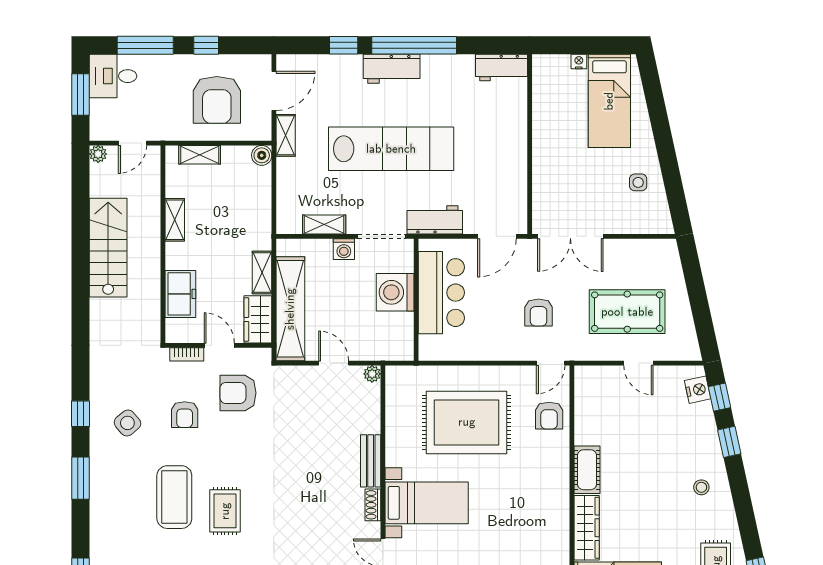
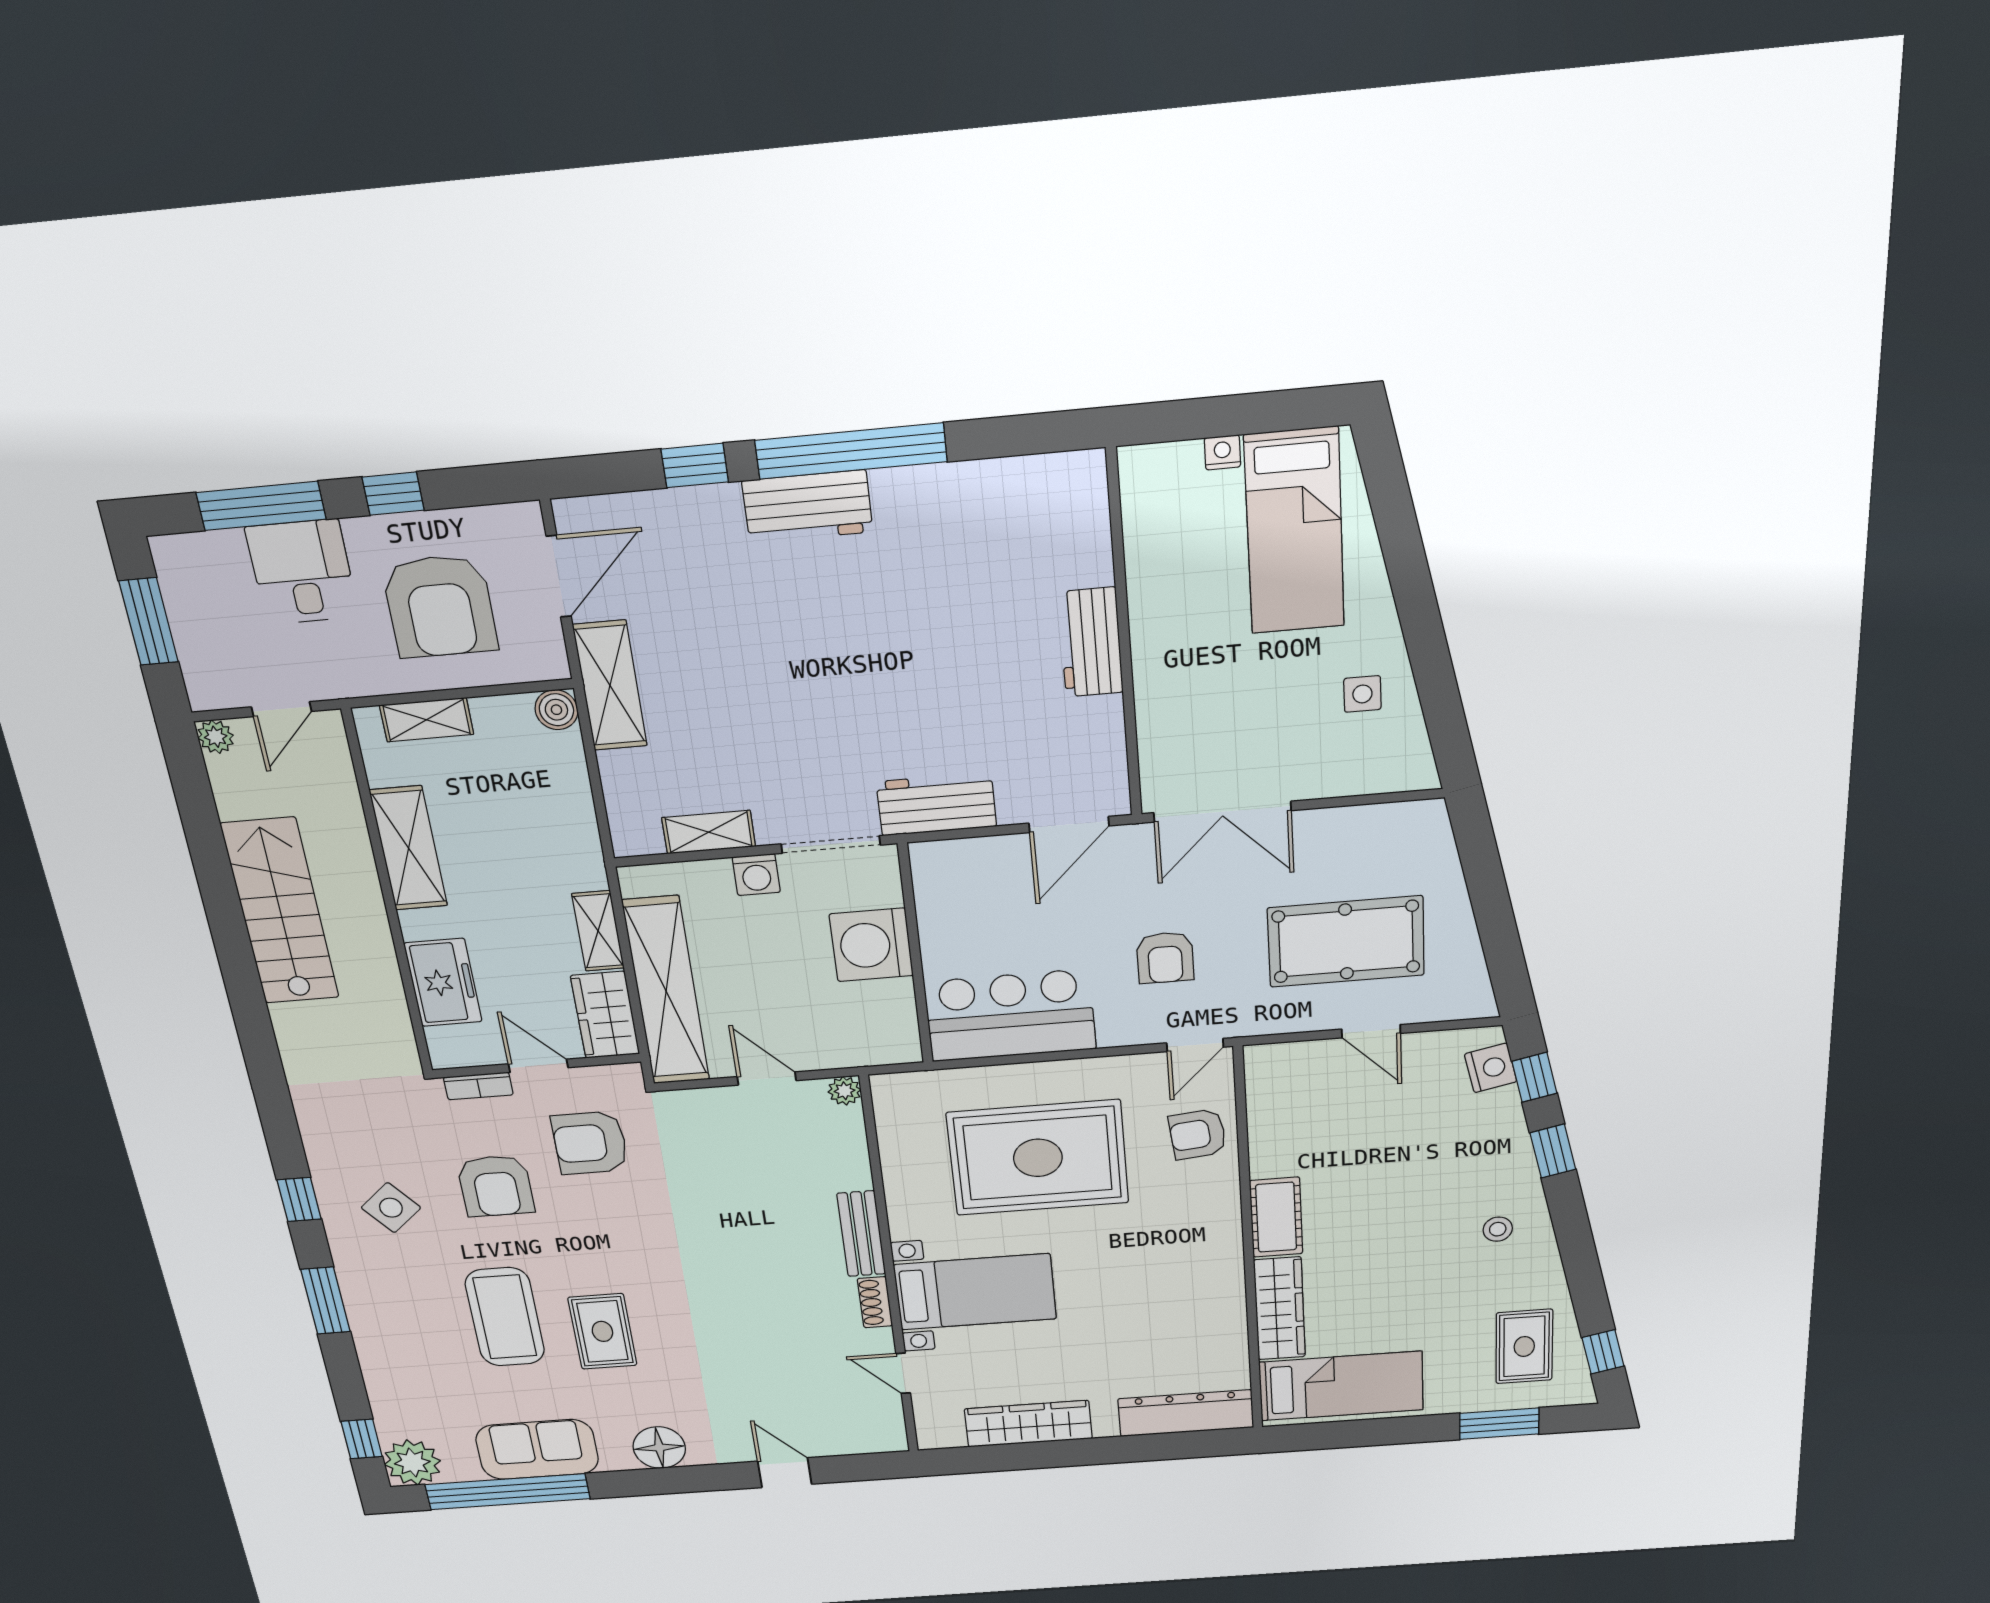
workbench: (501, 68) -> (1091, 642), moved, turned 90
desk: (113, 76) -> (302, 572), moved, turned 90
shelving: (286, 135) -> (610, 686), width x1.50, depth x1.33
lab bench: (391, 149) -> (828, 673), removed
shelving: (175, 220) -> (409, 848), width x1.50, depth x1.33
bar counter: (441, 293) -> (1010, 1016), moved, turned -90
armchair: (185, 415) -> (496, 1186), width x1.38, depth x1.38
armchair: (549, 416) -> (1198, 1134), turned 84

